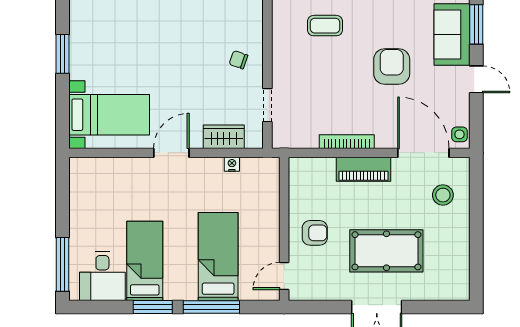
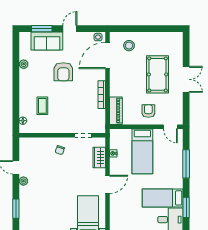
armchair: (392, 67) -> (63, 72), turned -90
door: (171, 153) -> (107, 184), swing flipped
piano: (364, 169) -> (116, 111), moved
bed: (218, 256) -> (142, 151), moved, turned -90
window: (153, 307) -> (186, 207), moved

